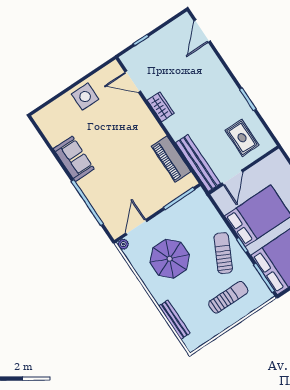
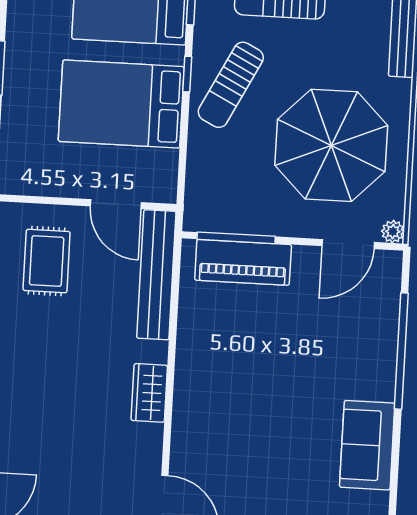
wardrobe: (161, 107) -> (149, 393), moved
piano: (171, 159) -> (243, 262), moved, turned 90
door: (232, 178) -> (116, 204), swing flipped
parasol: (170, 259) -> (331, 145), width x1.36, depth x1.36

